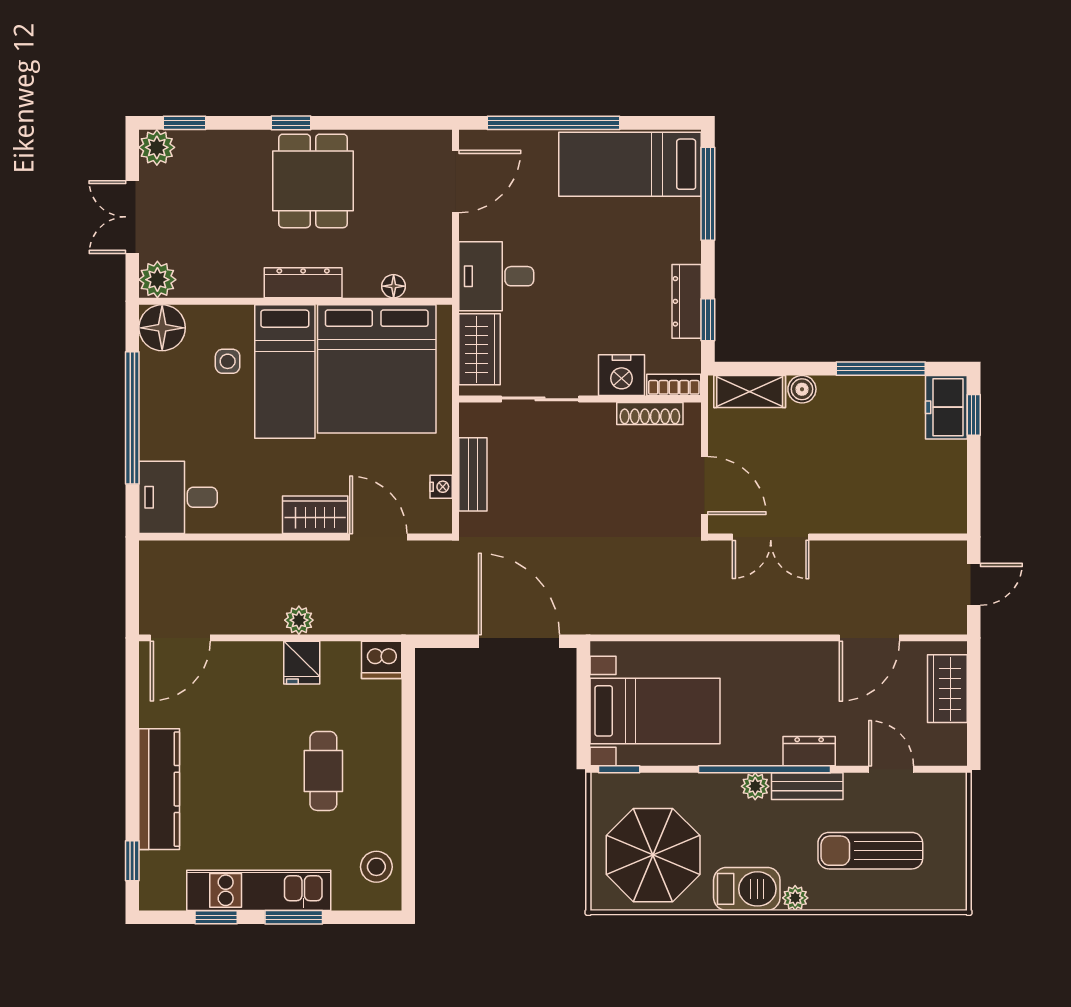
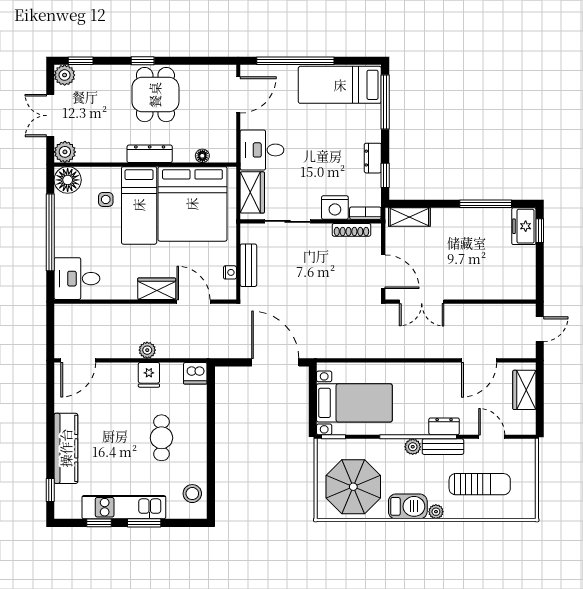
dresser: (687, 301) -> (373, 158), width x0.70
boiler: (802, 389) -> (440, 216), removed
sun lounger: (870, 851) -> (480, 484), turned 180

